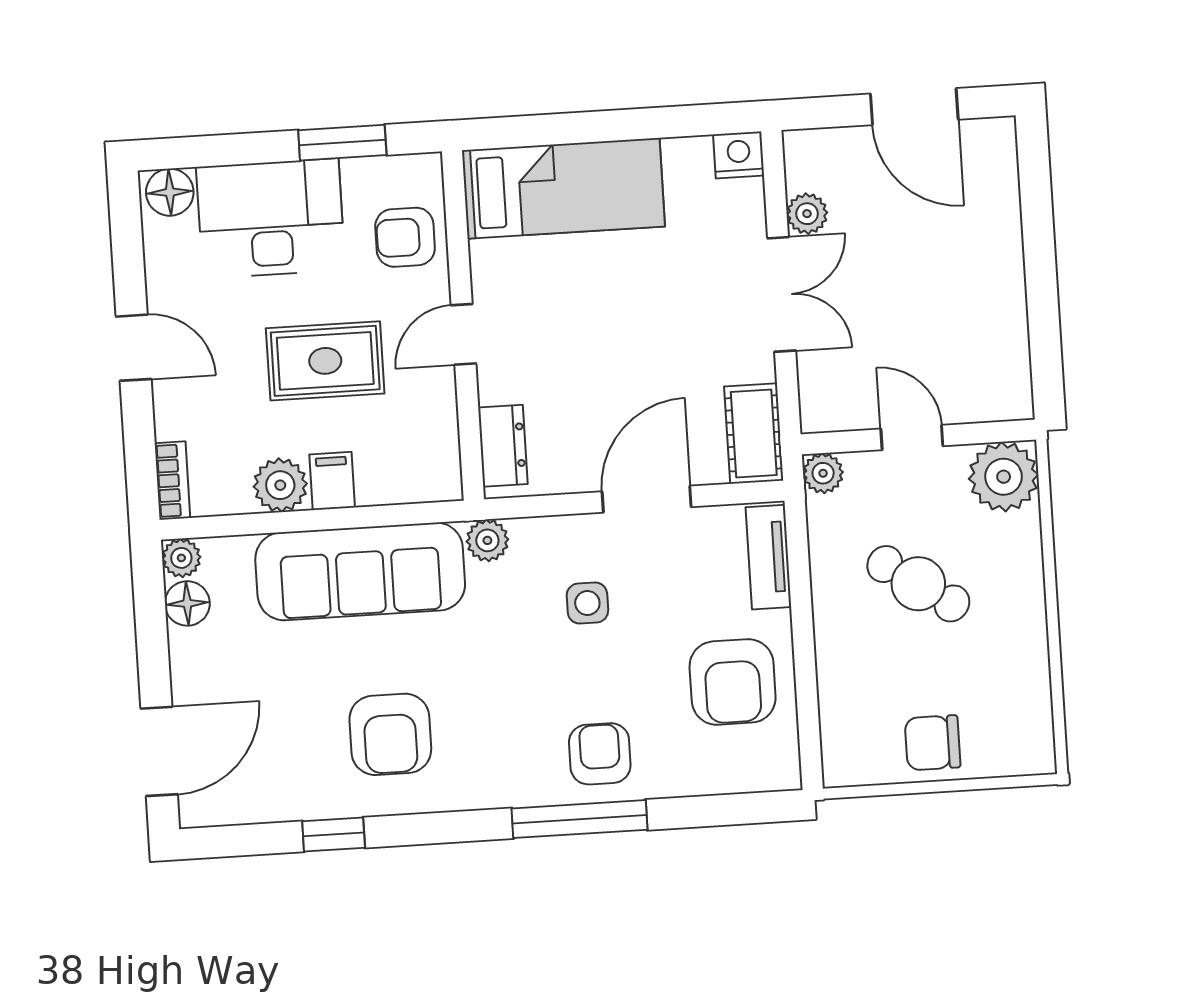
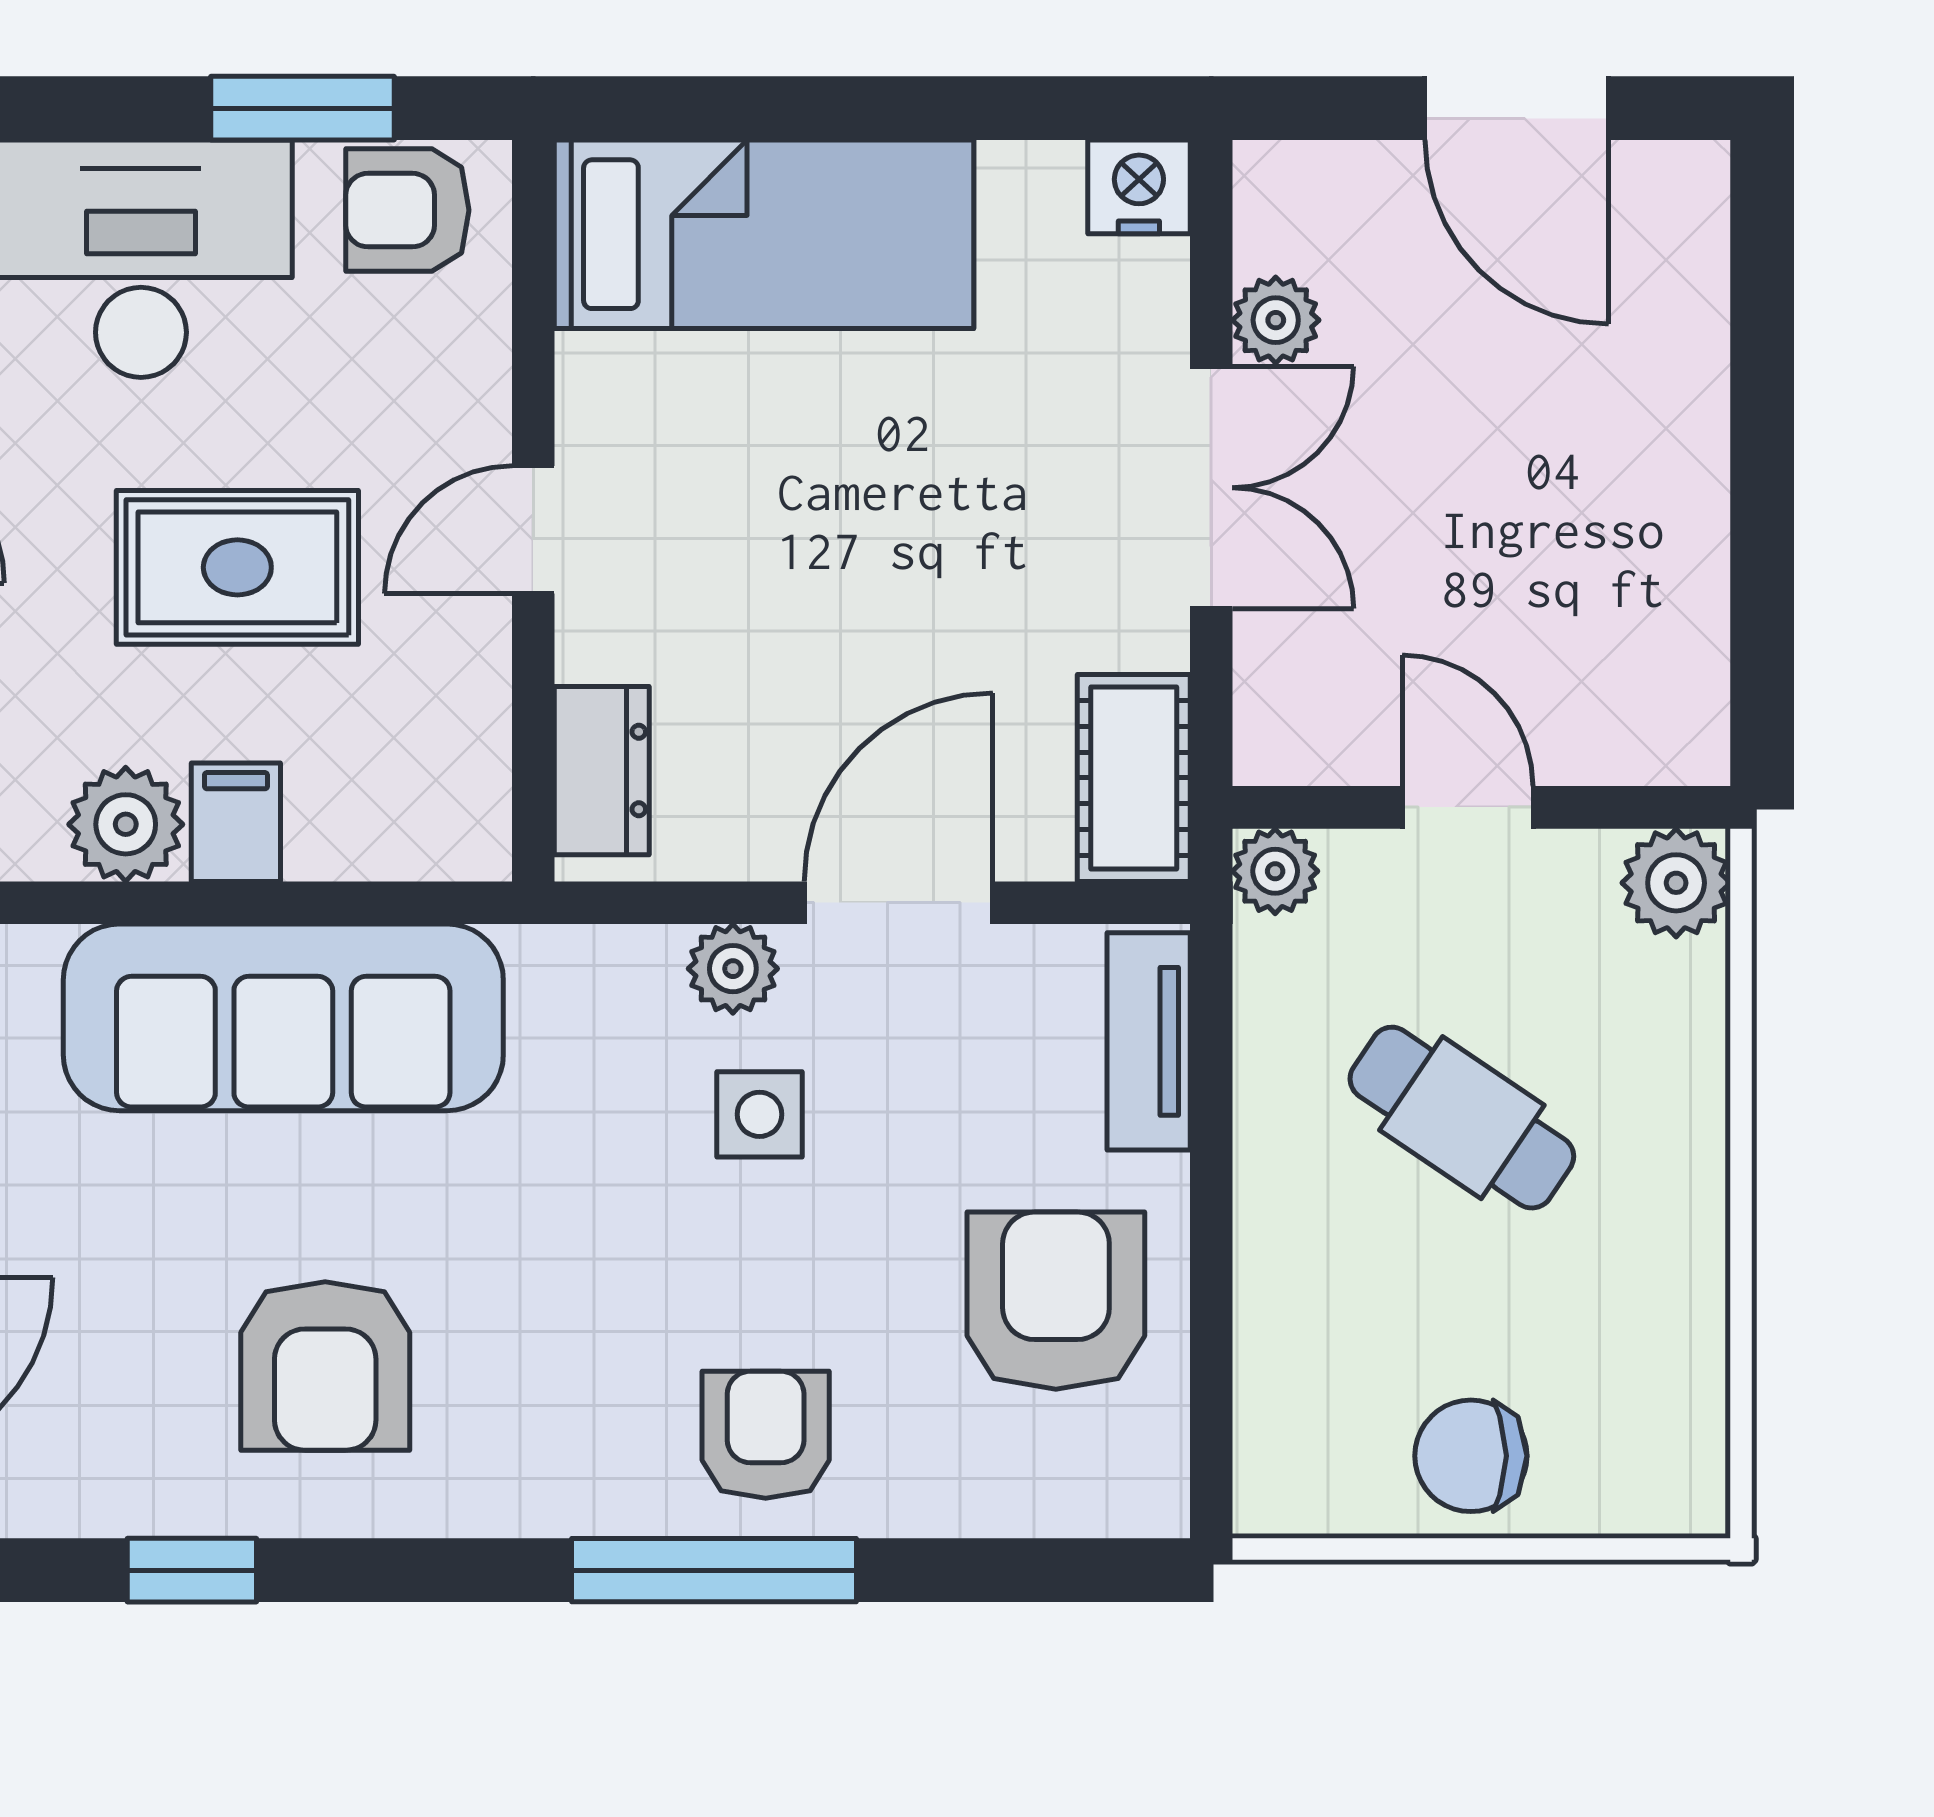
armchair: (405, 237) -> (407, 210), moved
plant: (1004, 477) -> (1676, 883), width x0.73, depth x0.73
plant: (487, 540) -> (733, 969), moved
armchair: (733, 682) -> (1056, 1301), turned 180

